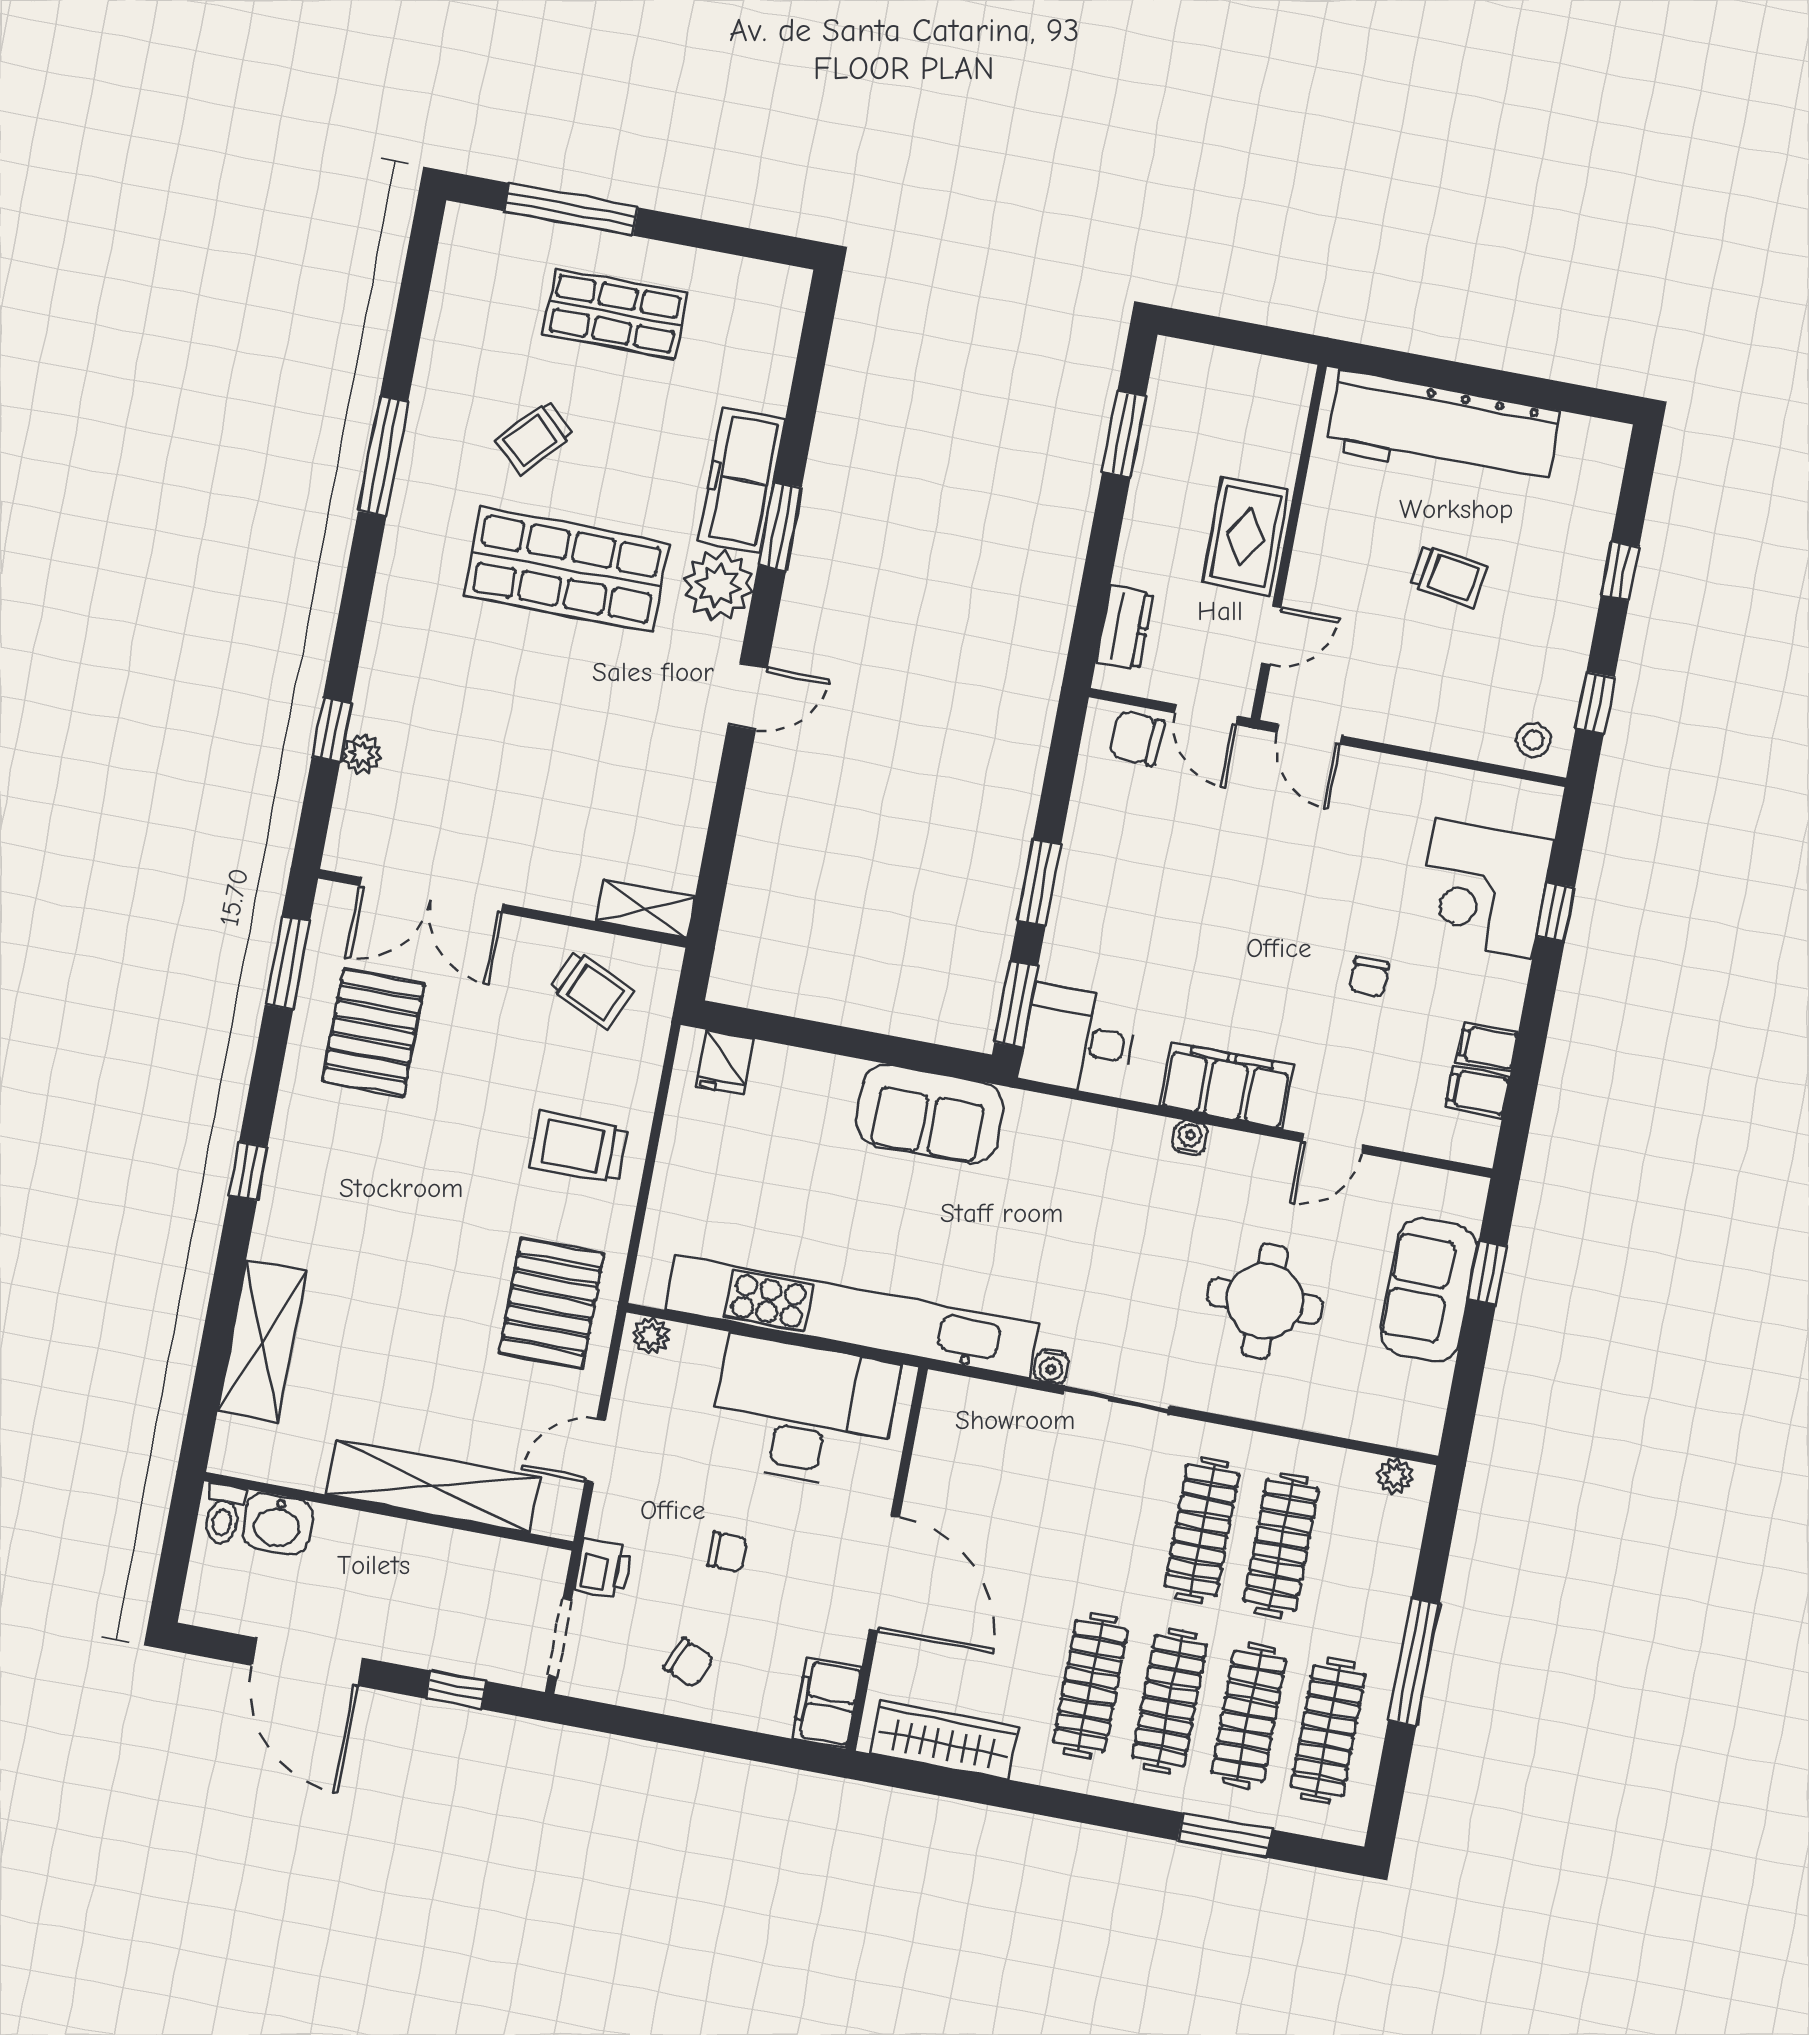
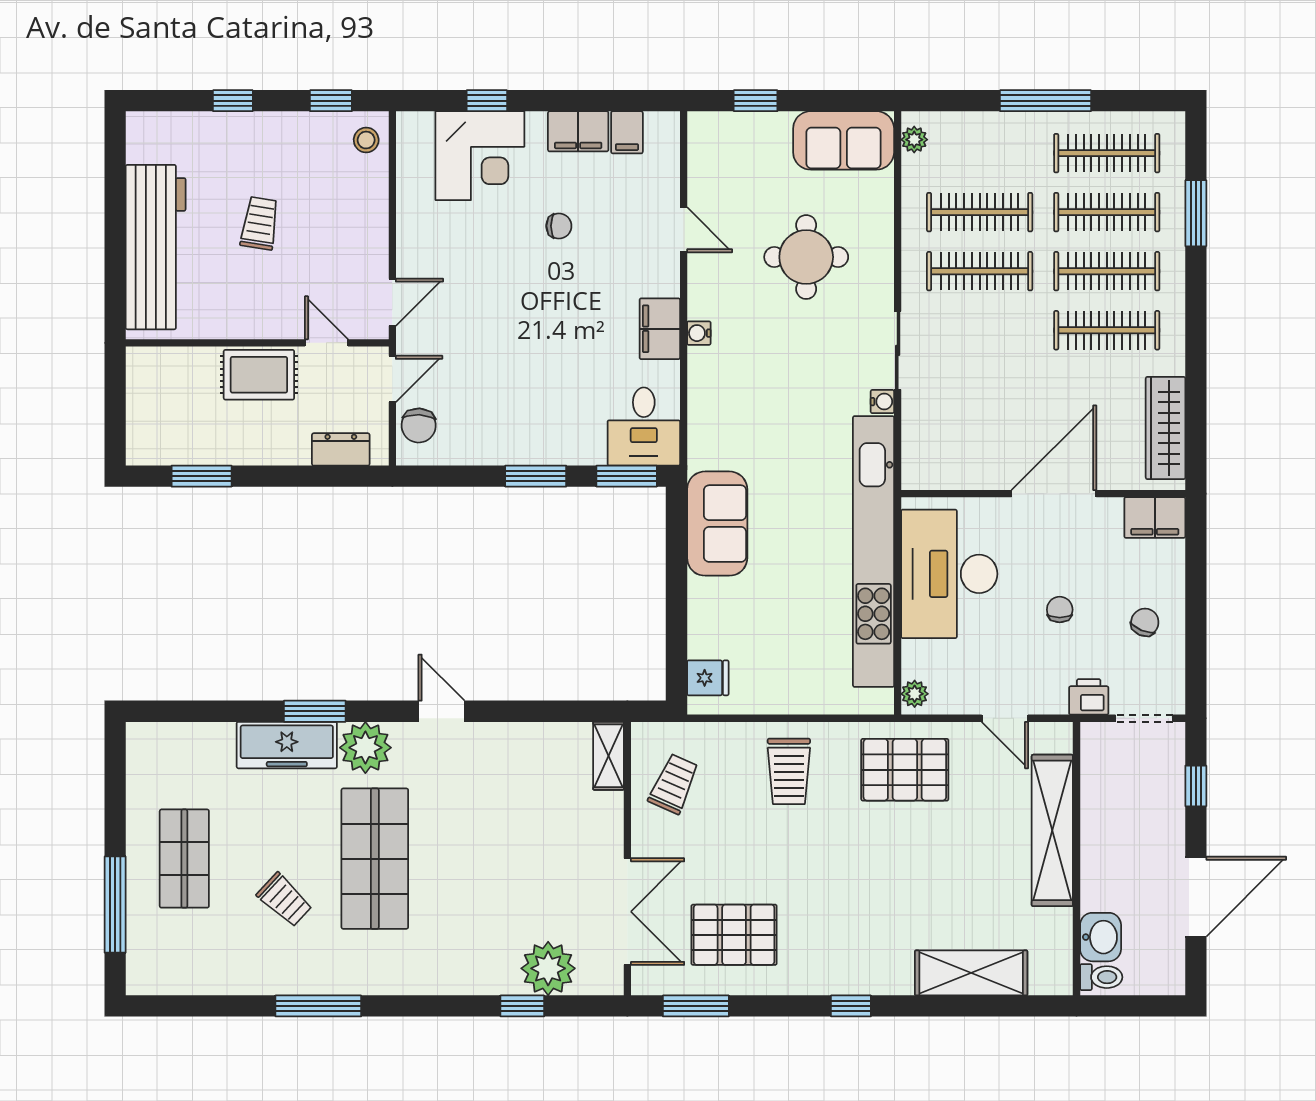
plant: (362, 754) -> (548, 968), width x1.87, depth x1.87
filing cabinet: (1487, 1047) -> (578, 131), width x2.00
filing cabinet: (1227, 1086) -> (660, 329), width x0.67, depth x0.86
sofa: (1429, 1290) -> (844, 140), moved

